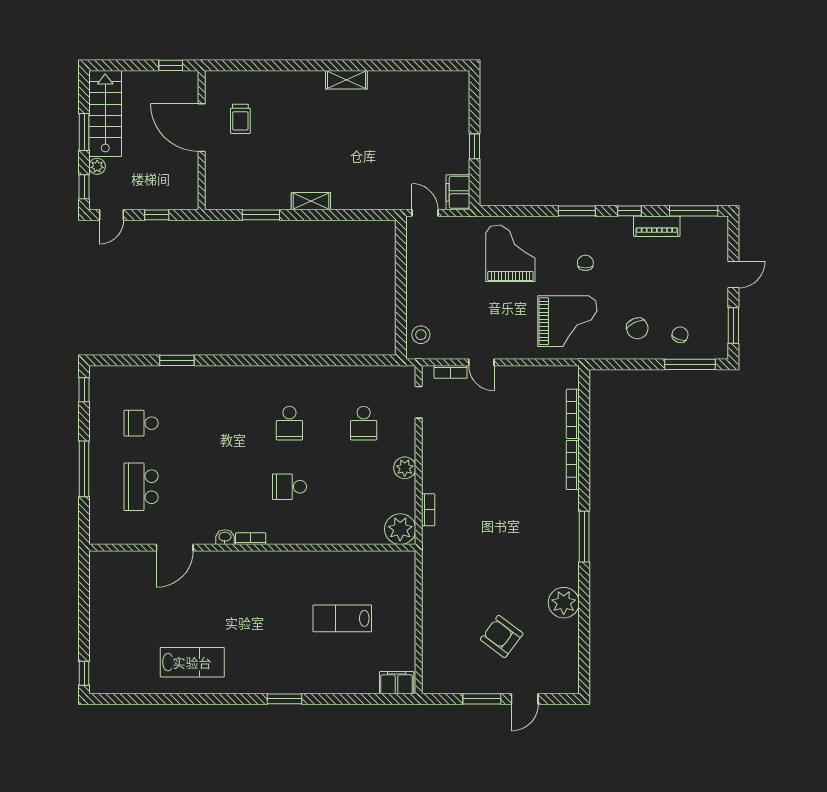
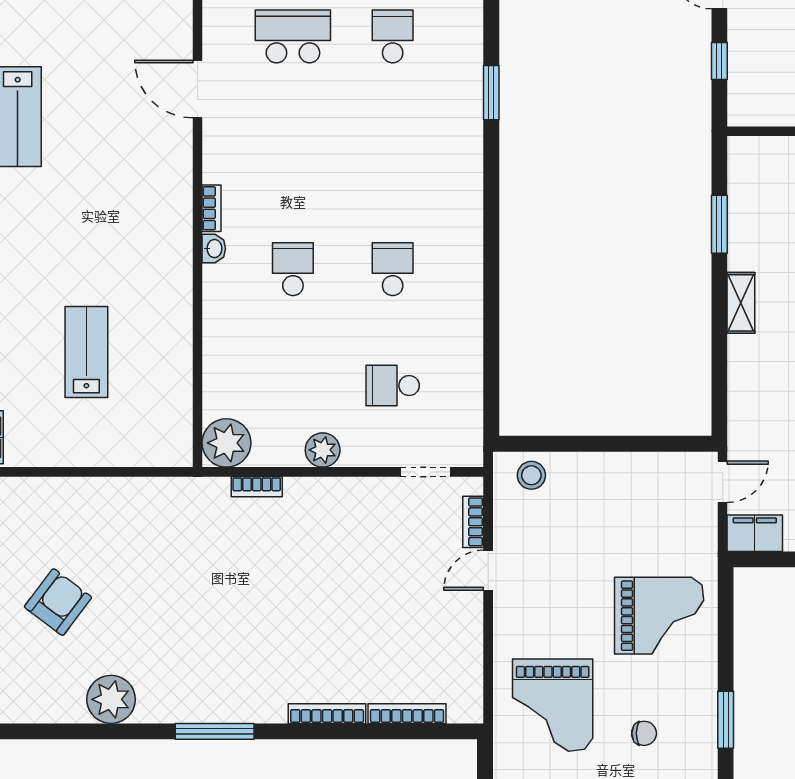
school desk: (289, 423) -> (393, 269), turned 90
washbasin: (225, 537) -> (214, 249), moved

